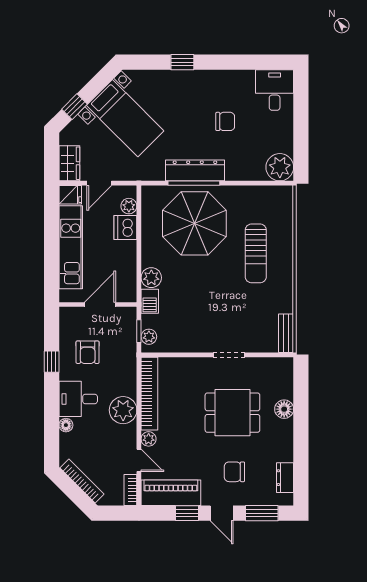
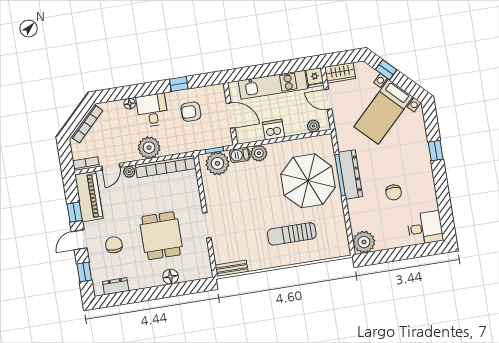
dishwasher: (125, 227) -> (273, 130), moved
plant: (149, 337) -> (217, 163), width x1.87, depth x1.87
window: (262, 513) -> (84, 272), width x0.67

